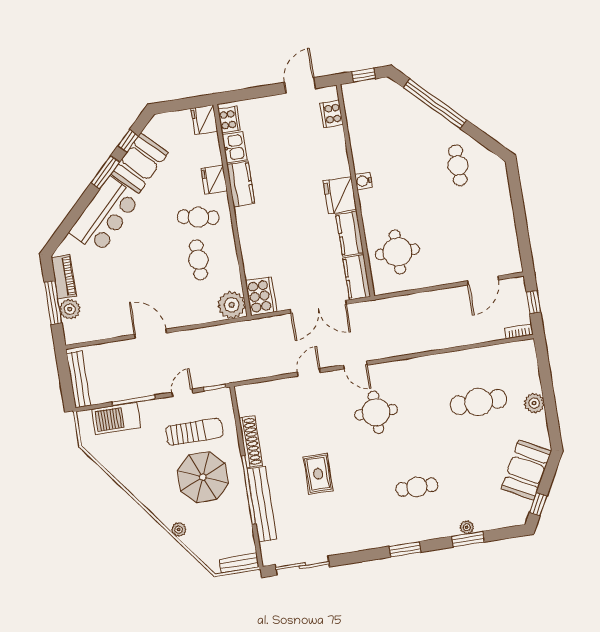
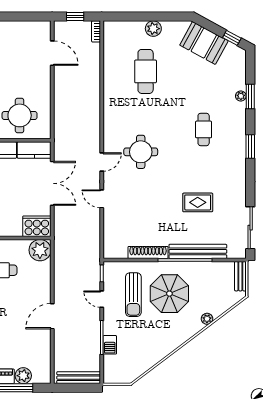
barbecue: (116, 418) -> (110, 345), width x0.53, depth x0.65
sun lounger: (194, 432) -> (133, 295), turned 180
rug: (318, 474) -> (198, 202), moved

